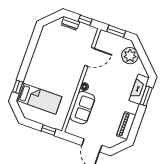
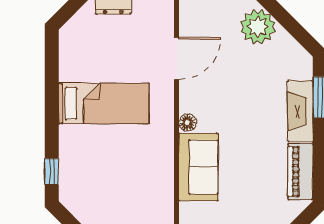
fireplace: (139, 89) -> (300, 111), moved
bed: (39, 99) -> (104, 103), moved

